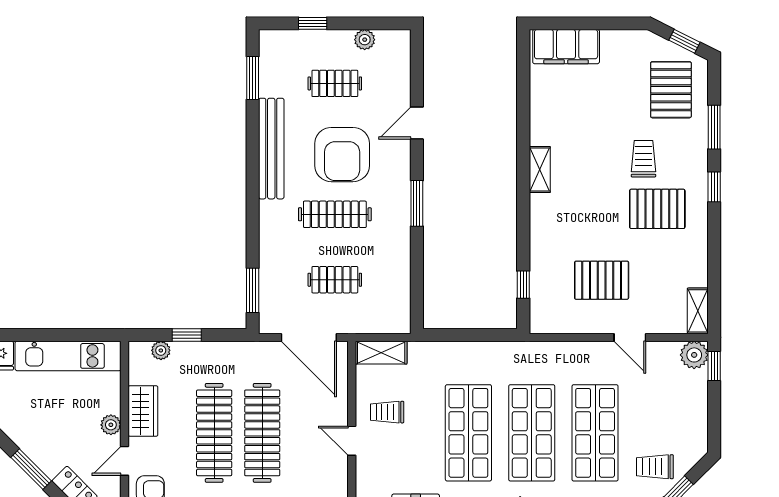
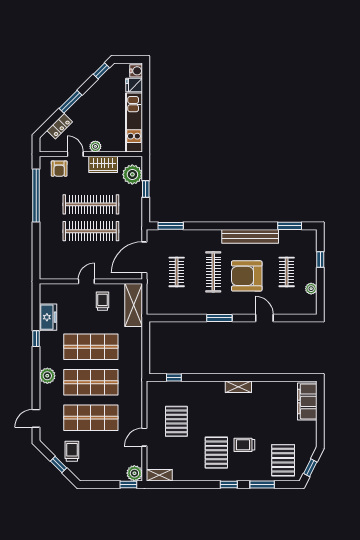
pallet: (671, 90) -> (283, 460), turned 90
trolley: (643, 159) -> (244, 445), turned 180
plant: (161, 350) -> (132, 174), width x1.87, depth x1.87
shelving: (381, 353) -> (134, 305), width x1.50, depth x1.33

